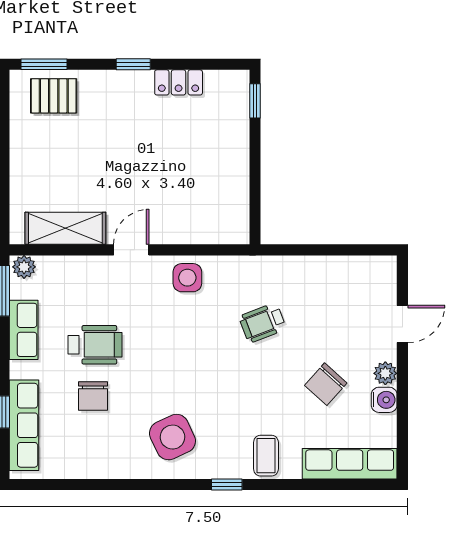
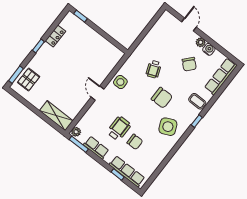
shelving: (65, 228) -> (56, 116), moved, turned 90
chair: (219, 382) -> (162, 98), added

